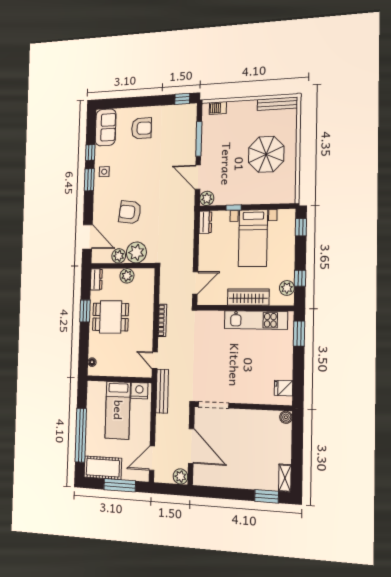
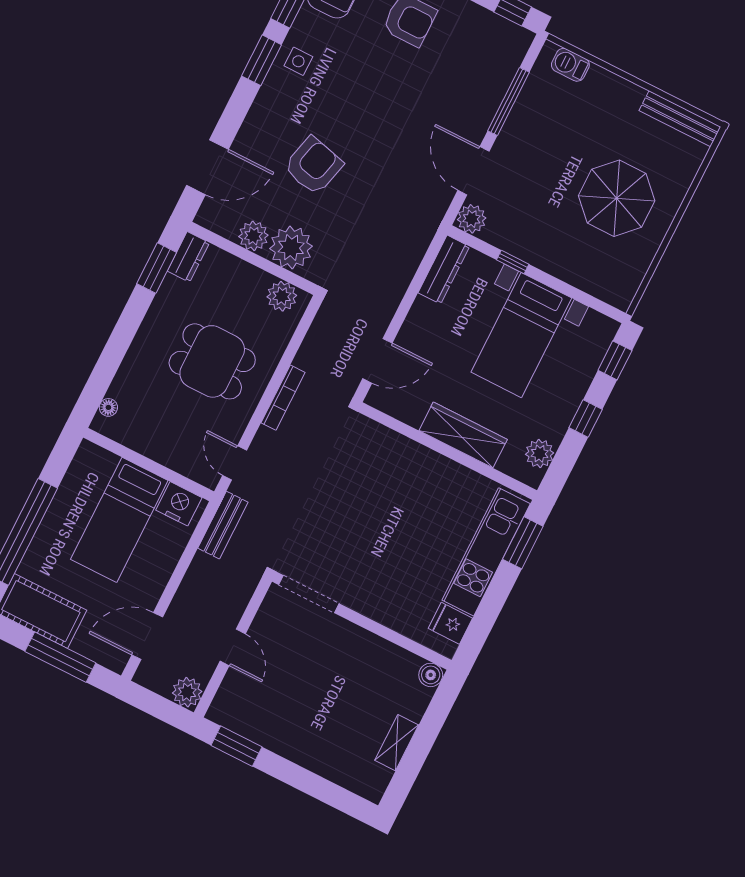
armchair: (130, 212) -> (313, 166), turned 97
dresser: (205, 222) -> (444, 270), width x1.44
door: (87, 237) -> (207, 167), hinge flipped
plant: (127, 276) -> (282, 296), moved
window: (300, 278) -> (586, 418), moved
window: (85, 311) -> (157, 268), moved
dining table: (111, 317) -> (212, 361), moved
kitchen unit: (256, 320) -> (486, 552), moved, turned 90
bench: (162, 391) -> (223, 525), width x0.73
door: (191, 446) -> (233, 647), width x0.53
shelving: (285, 478) -> (397, 743), moved
window: (267, 496) -> (237, 746), moved

